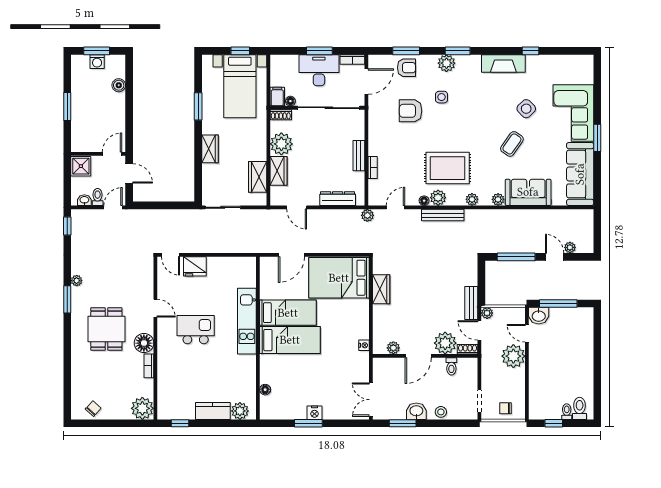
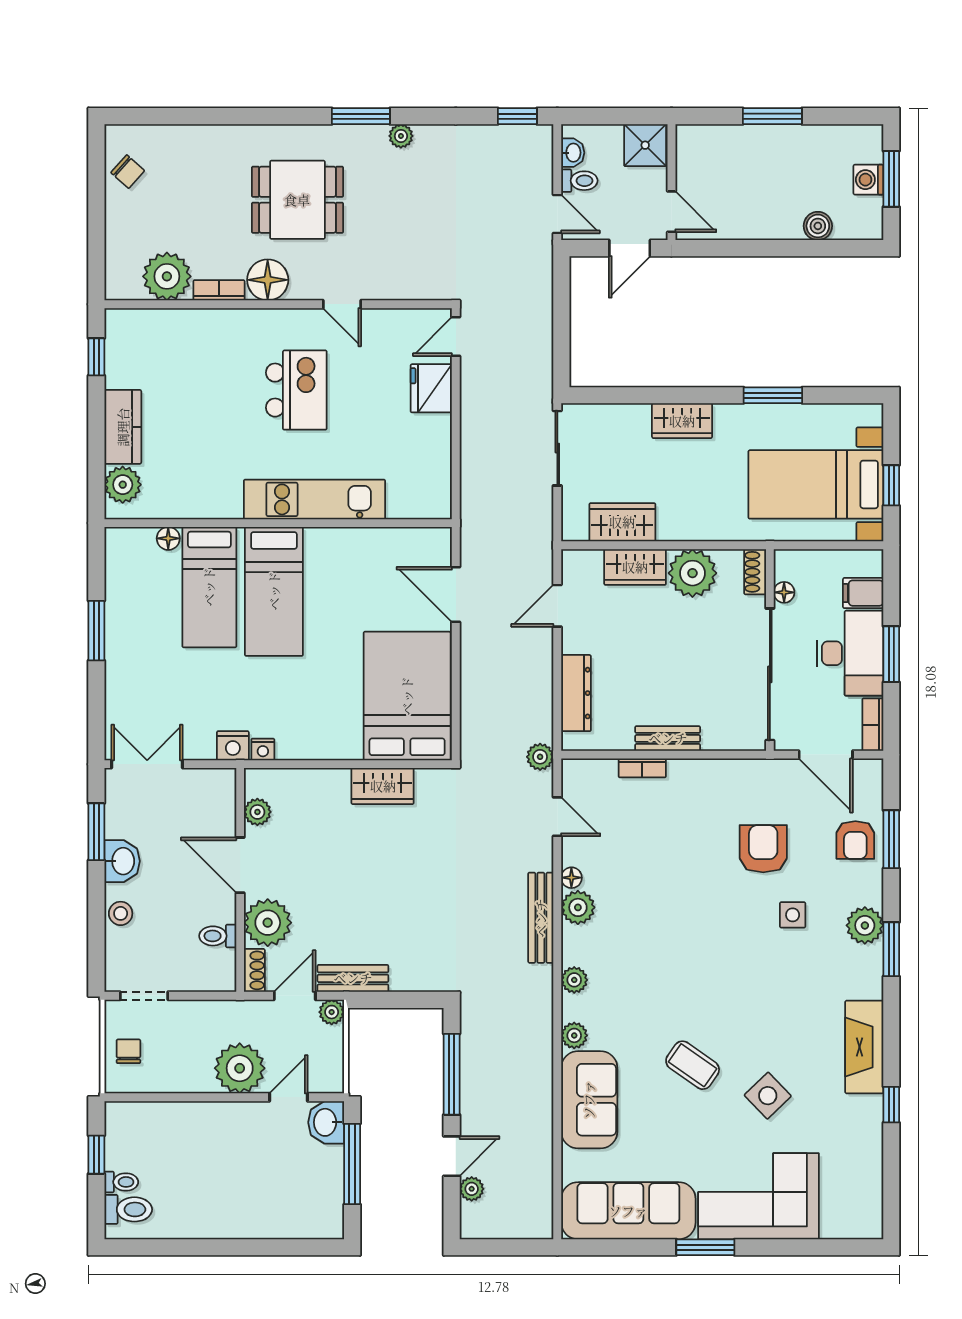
filing cabinet: (277, 96) -> (863, 593), moved, turned 180
rug: (448, 168) -> (641, 928), removed
door: (155, 308) -> (342, 304), hinge flipped
bed: (288, 313) -> (209, 587), moved
plant: (142, 408) -> (167, 276), moved
nightstand: (314, 413) -> (233, 746), moved, turned -90

